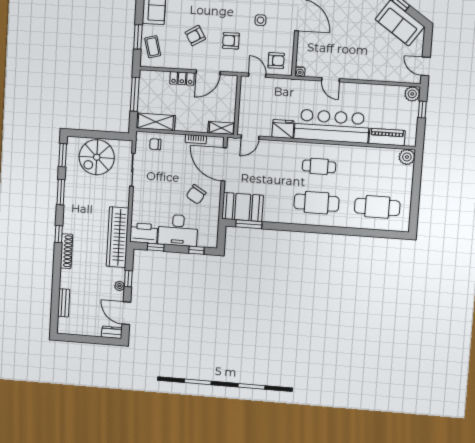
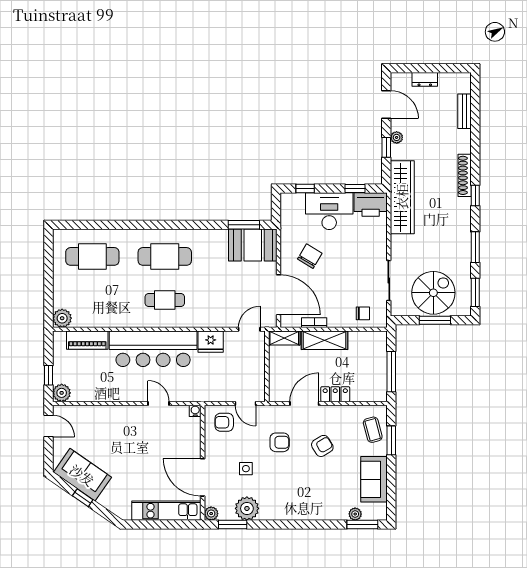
shelving: (156, 122) -> (325, 340), moved
window: (97, 135) -> (435, 320), added
dresser: (112, 332) -> (425, 79), moved

